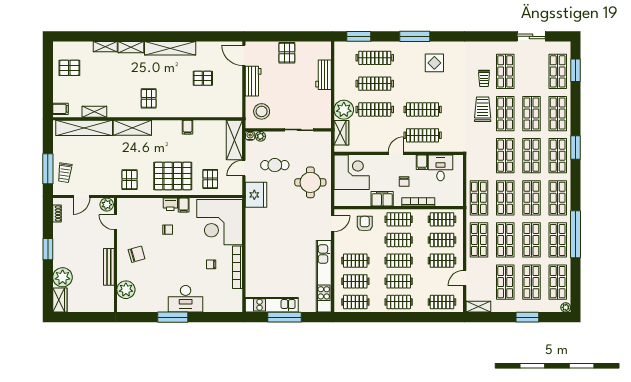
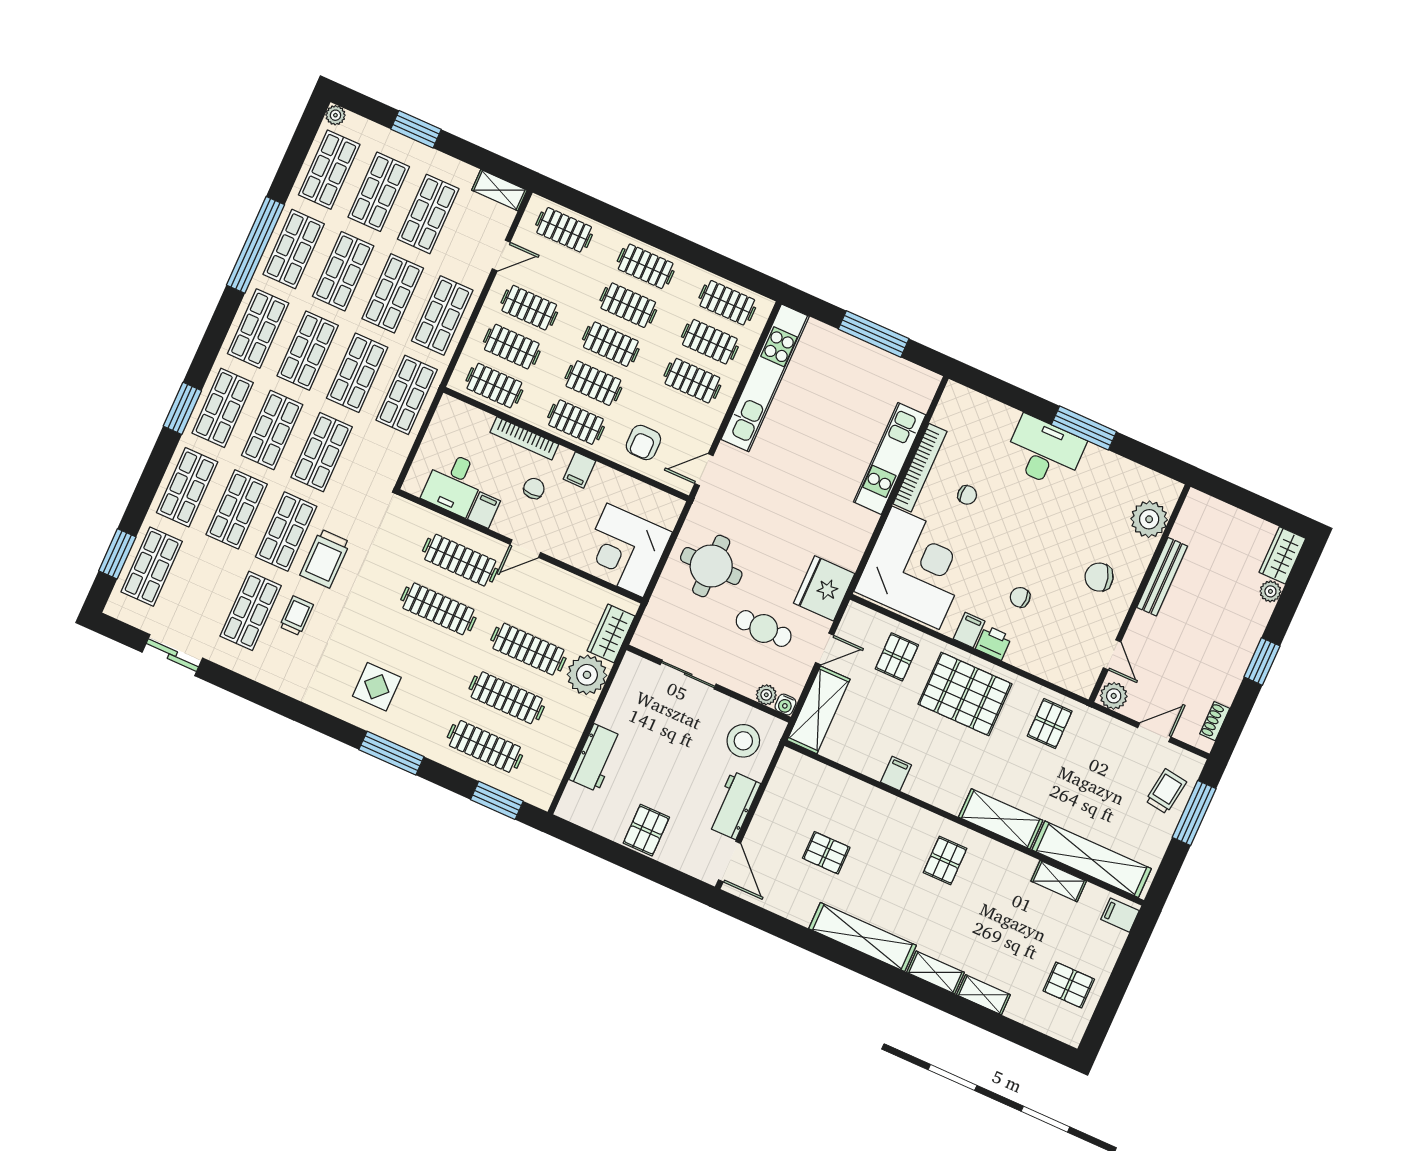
filing cabinet: (382, 199) -> (579, 470), width x0.50
plant: (63, 277) -> (1270, 591), width x0.53, depth x0.53
kitchen unit: (272, 305) -> (890, 458), moved, turned 90

